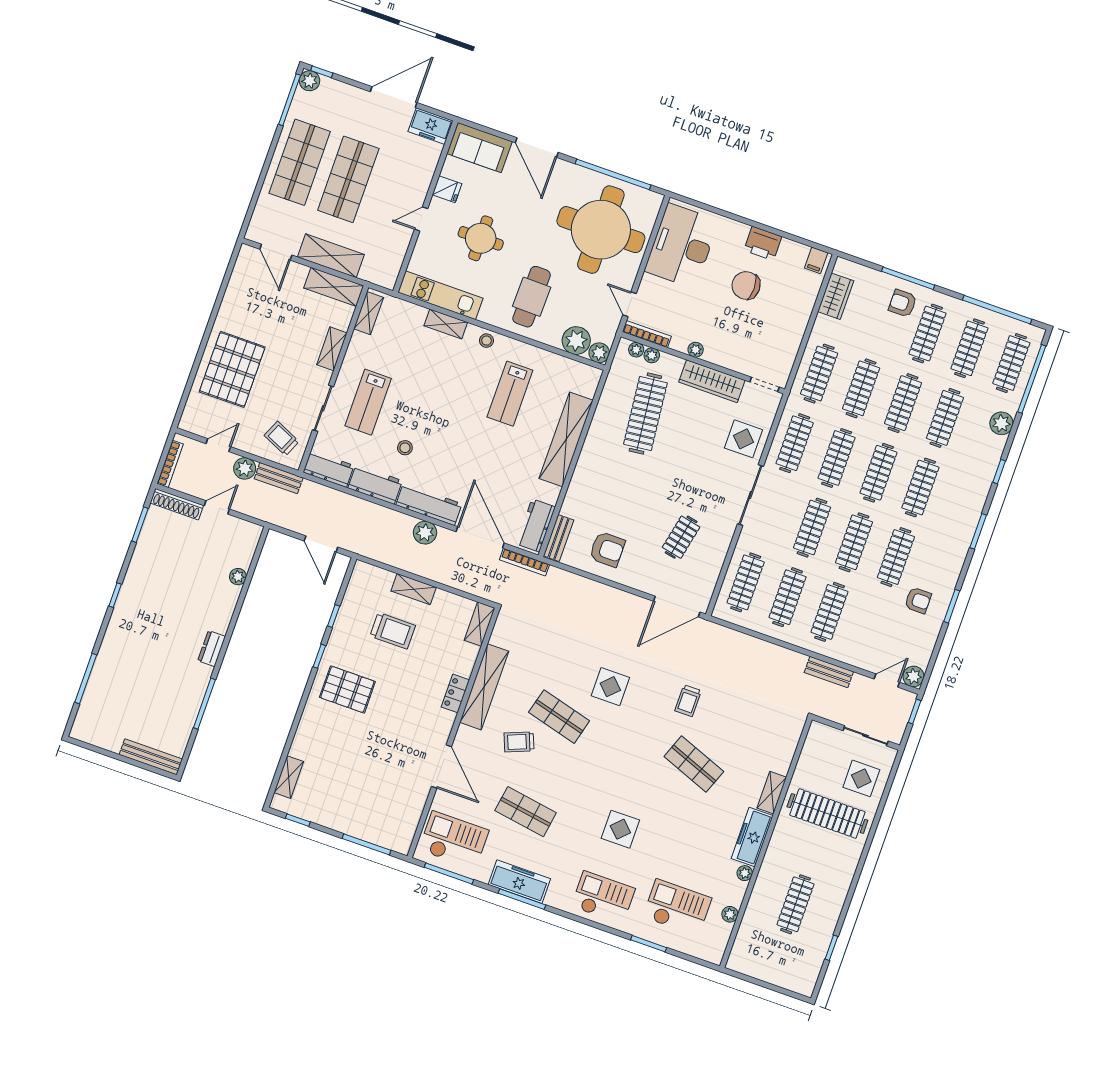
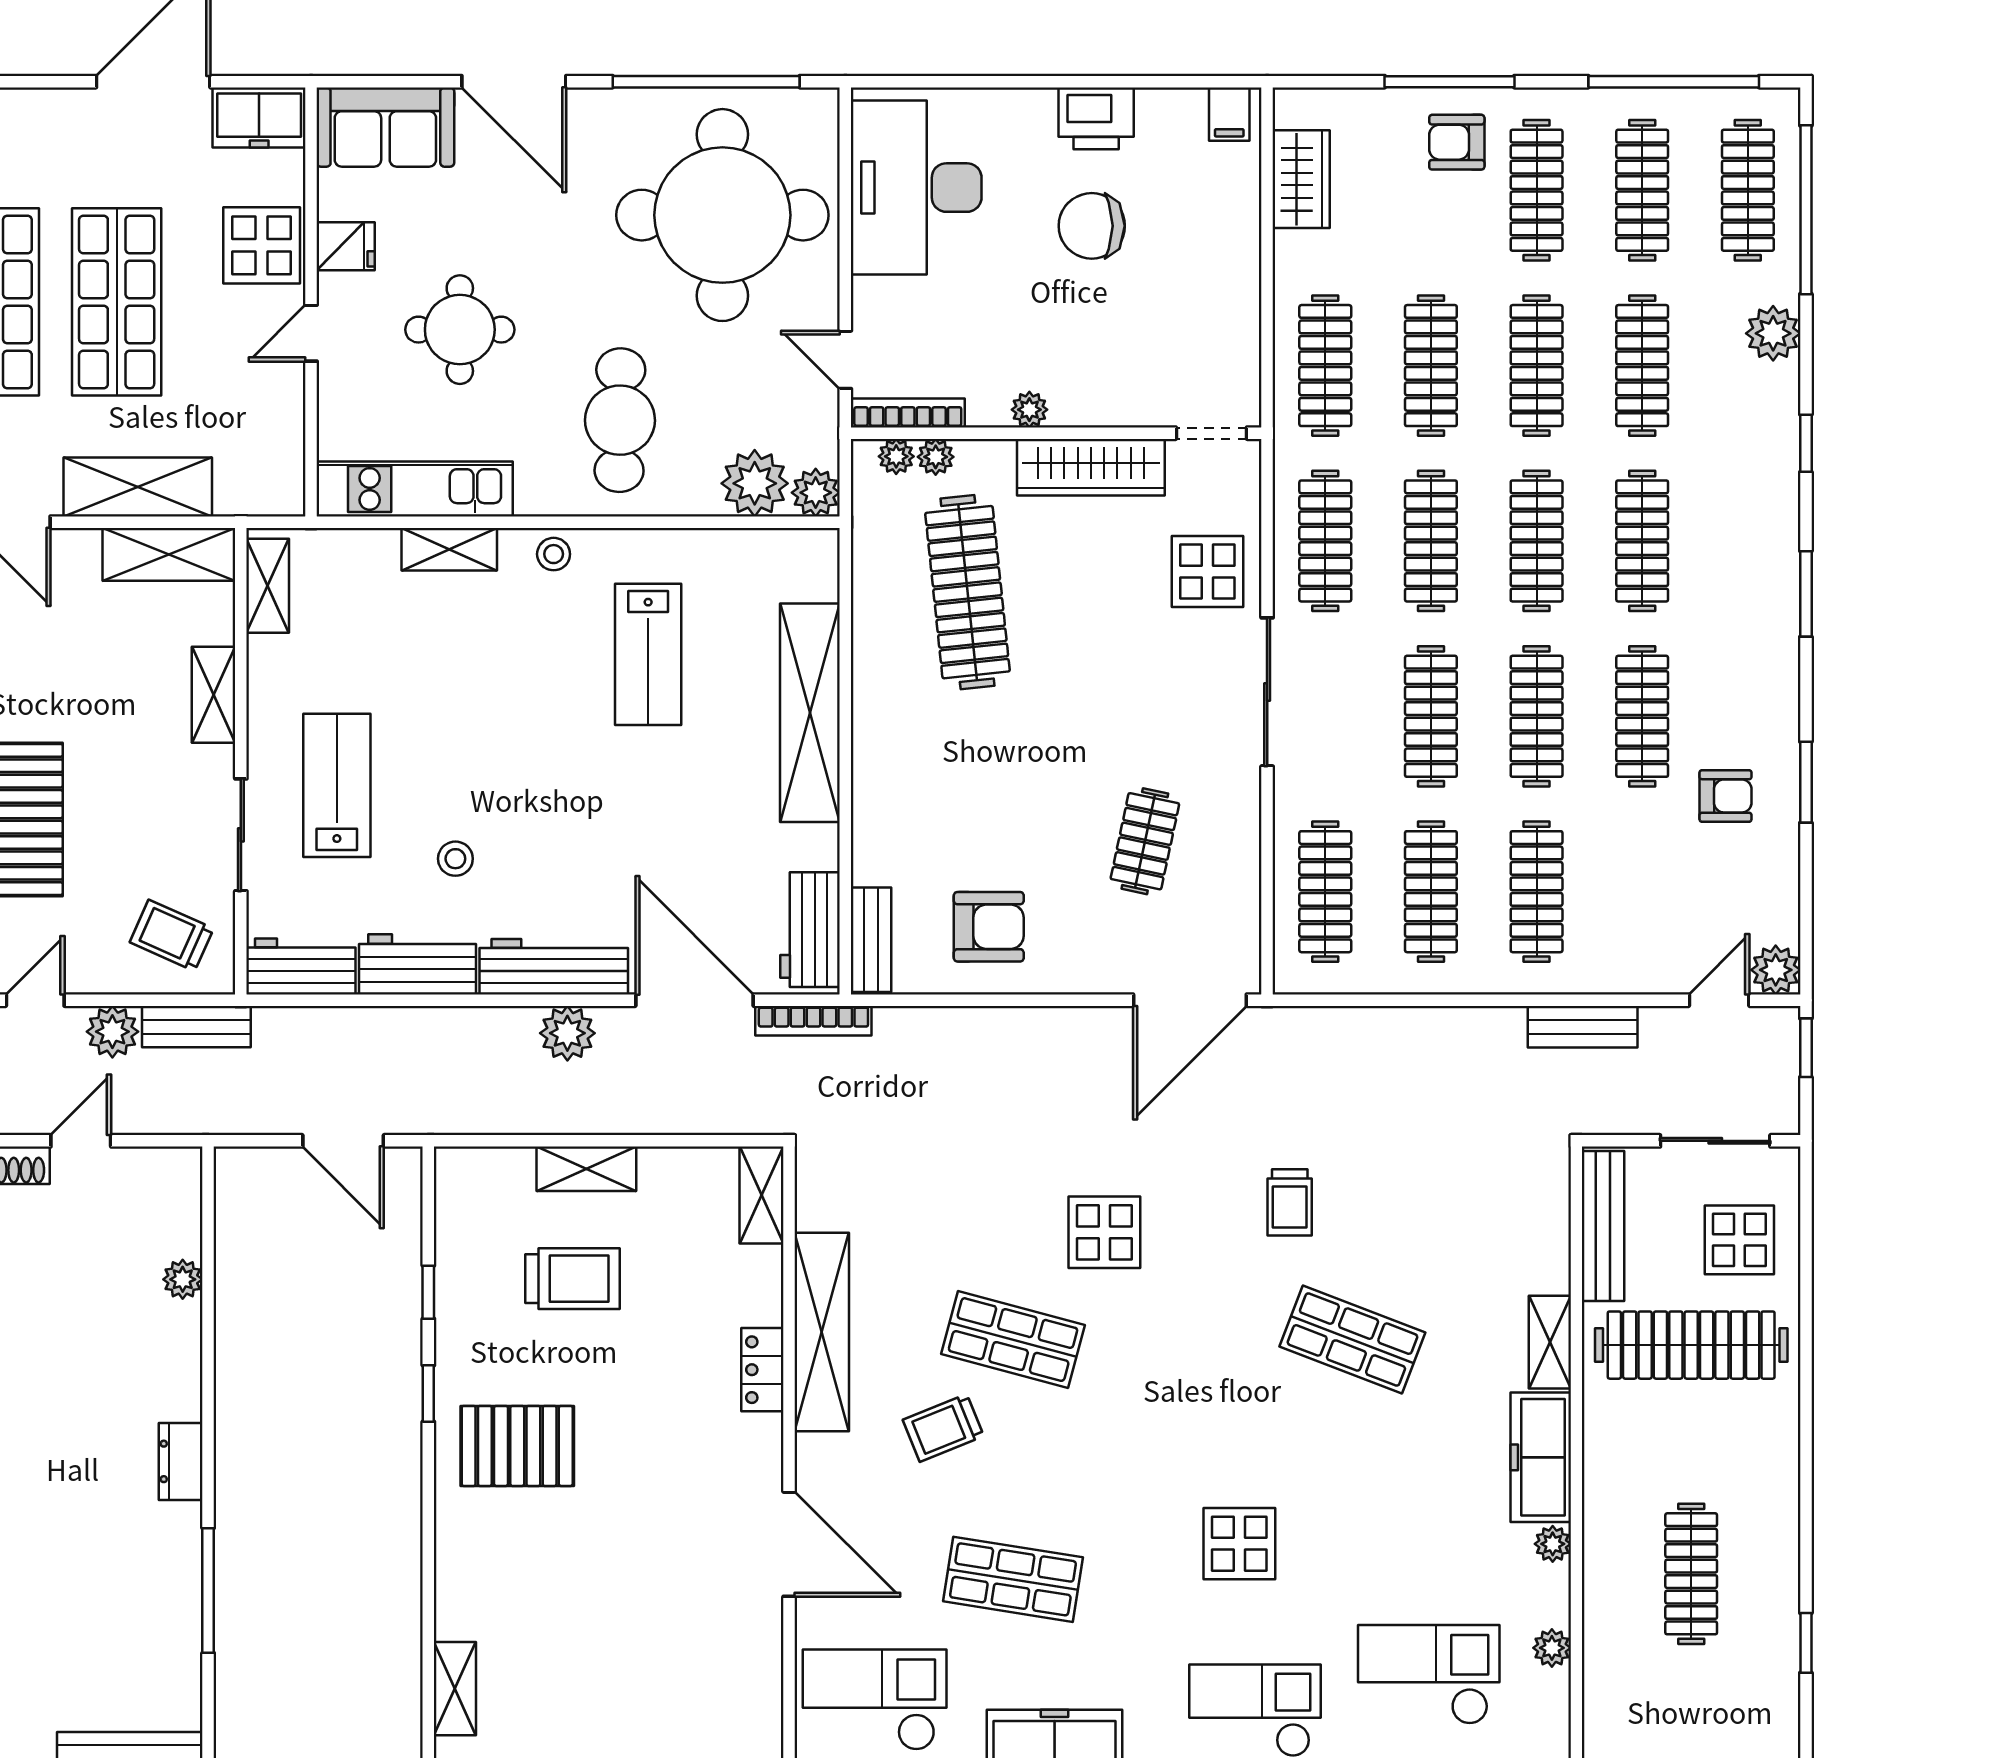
display table: (414, 177) -> (262, 245), added
lab bench: (368, 402) -> (337, 785), turned 180
bench: (809, 754) -> (1603, 1226), added

